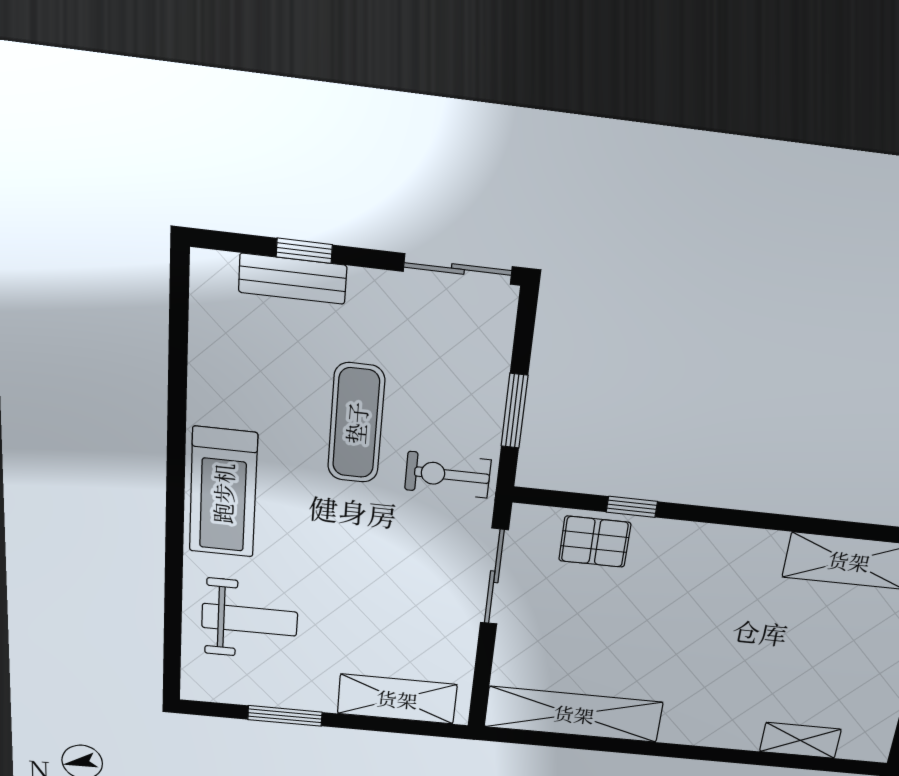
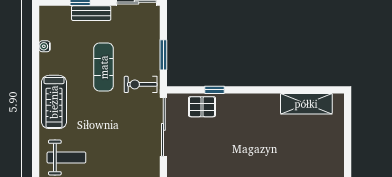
bench: (293, 279) -> (91, 13), moved
water cooler: (203, 355) -> (45, 46), added
sliding door: (494, 577) -> (163, 127), width x1.37

